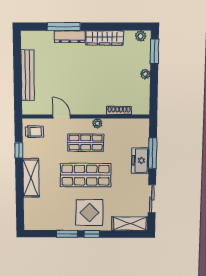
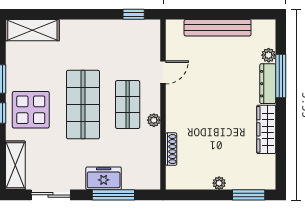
plant: (141, 36) -> (269, 55), moved
trolley: (34, 132) -> (142, 36), removed
window: (19, 150) -> (134, 14), moved
shelving: (31, 178) -> (32, 30), moved

